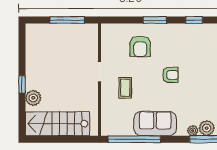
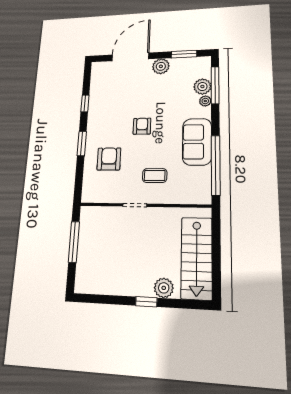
armchair: (140, 46) -> (109, 159), turned -90

